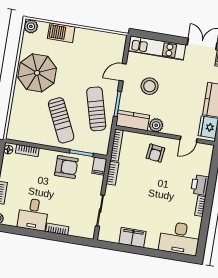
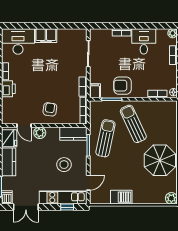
barbecue: (61, 33) -> (121, 197), moved
window: (154, 36) -> (67, 207), added
door: (123, 72) -> (88, 183), moved
sun lounger: (96, 109) -> (105, 138), turned -153
plant: (156, 125) -> (40, 133), moved
door: (189, 139) -> (24, 126), swing flipped
filing cabinet: (132, 237) -> (46, 36), moved

